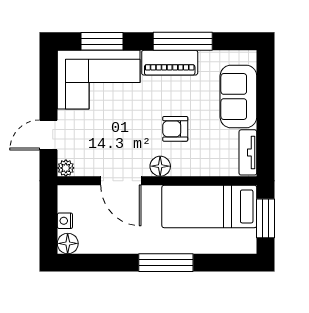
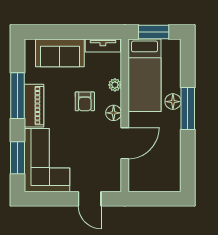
plant: (66, 168) -> (115, 85), moved
nightstand: (65, 221) -> (155, 186), removed
floor lamp: (68, 243) -> (173, 102), moved

